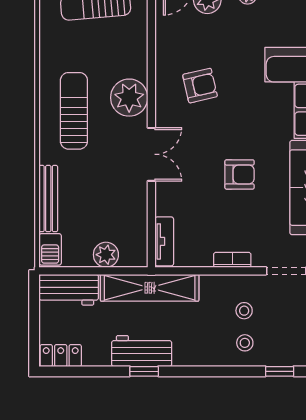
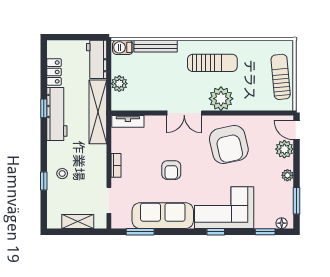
armchair: (200, 86) -> (229, 145), width x1.88, depth x1.88
stool: (244, 311) -> (83, 173), removed
workbench: (142, 351) -> (57, 114), width x1.38
locker: (61, 356) -> (54, 72), moved
window: (280, 371) -> (44, 181), moved

